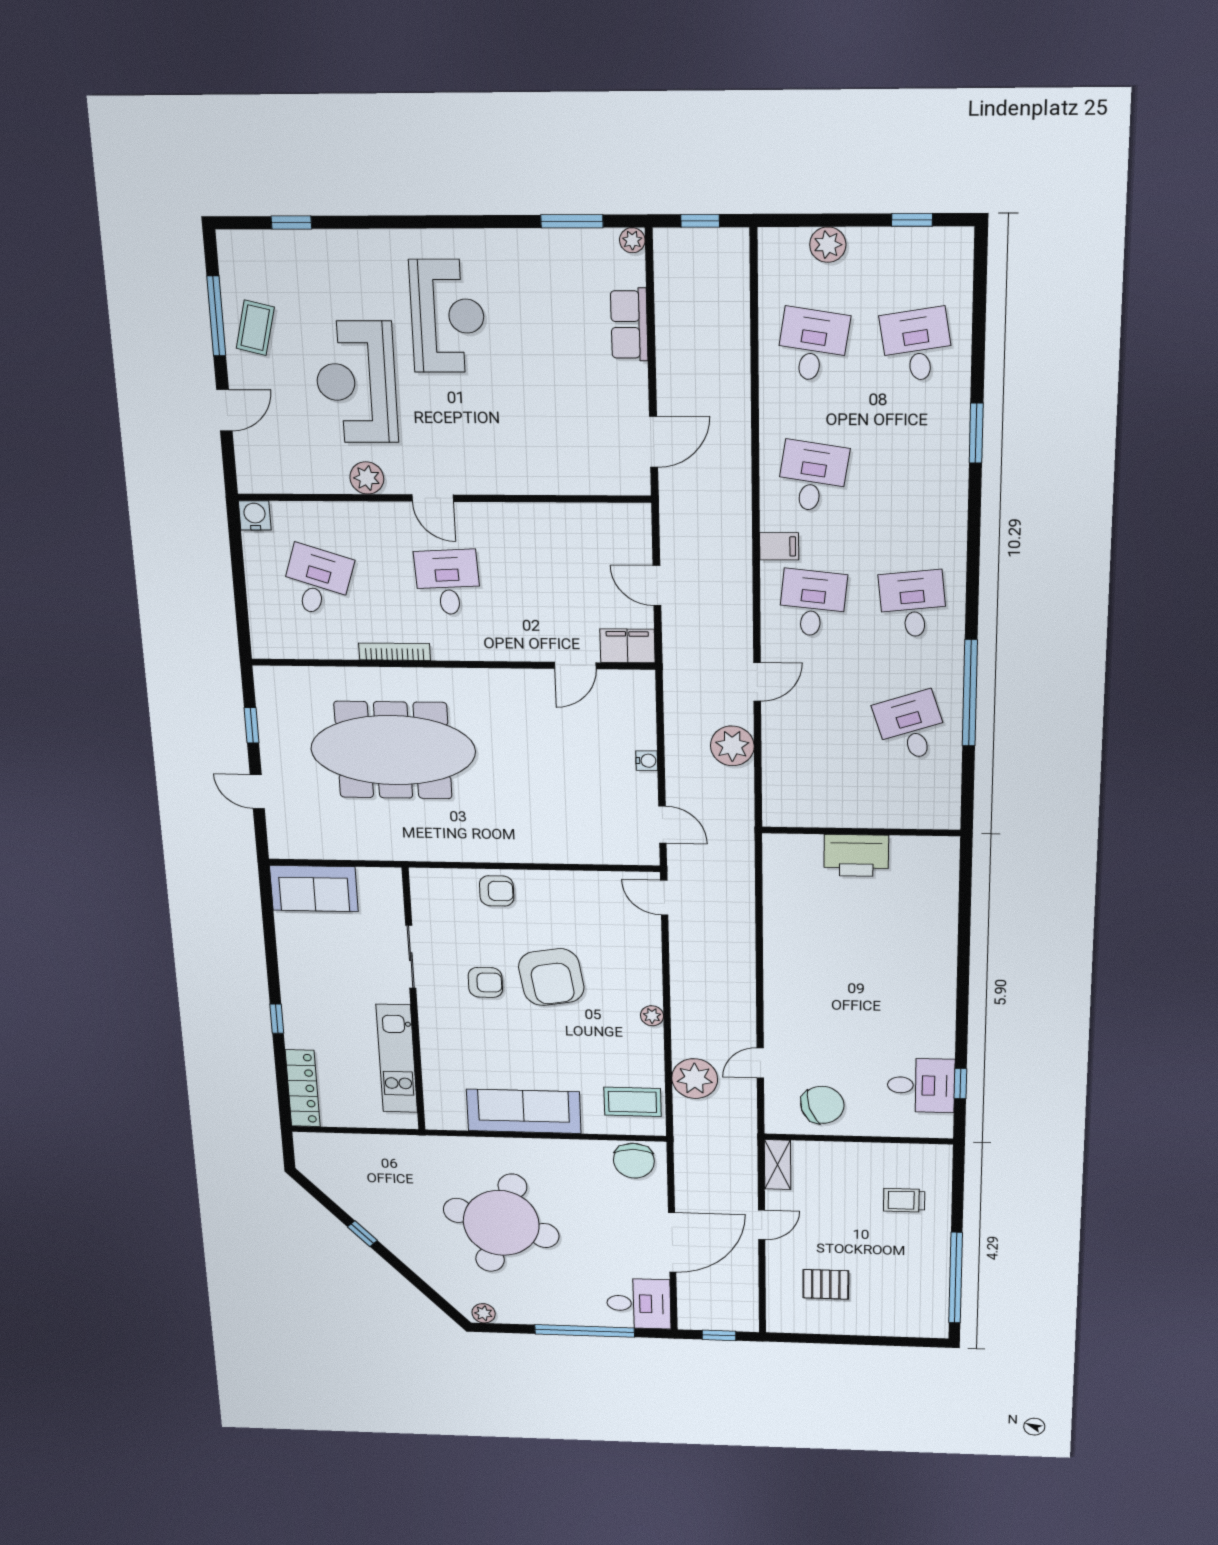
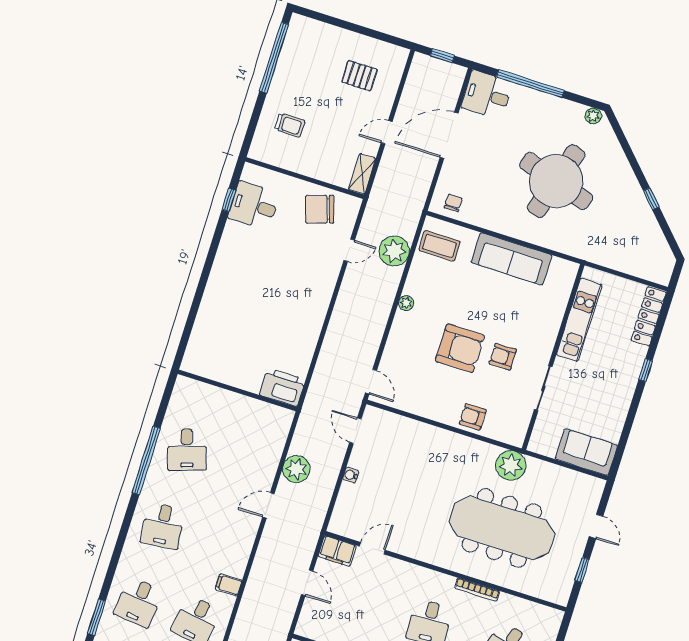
desk: (813, 603) -> (138, 602), moved
plant: (415, 840) -> (511, 465), added
printer: (856, 856) -> (282, 387), moved
armchair: (551, 977) -> (460, 348), turned 99
chair: (634, 1161) -> (453, 203), width x0.54, depth x0.54

